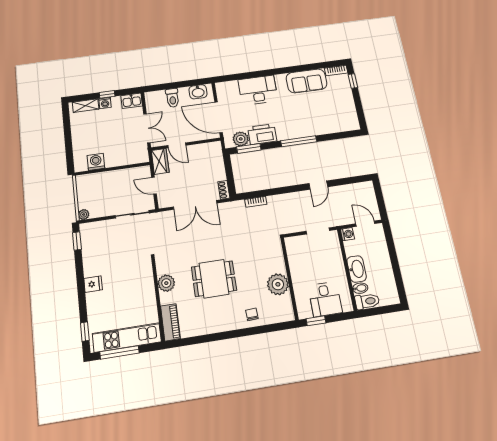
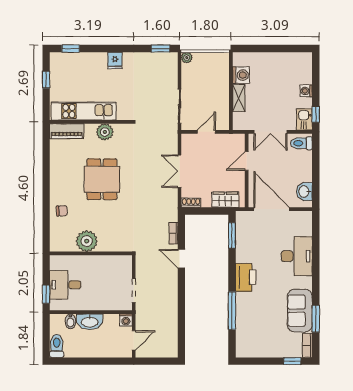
window: (311, 67) -> (316, 319), added
window: (107, 94) -> (316, 114), moved
toilet: (172, 98) -> (301, 143), moved
shelving: (86, 106) -> (239, 98), moved
door: (219, 117) -> (272, 209), hinge flipped
printer: (262, 134) -> (246, 277), moved
plant: (241, 139) -> (244, 229), removed
window: (299, 141) -> (232, 311), moved
wardrobe: (160, 161) -> (225, 200), moved, turned 180
door: (318, 185) -> (181, 259), moved
double door: (195, 205) -> (179, 171), width x0.73
toilet: (367, 301) -> (57, 346), moved, turned 180
window: (316, 321) -> (46, 294), moved
kitchen unit: (127, 338) -> (84, 111), moved, turned -90
window: (120, 352) -> (46, 80), width x0.46

